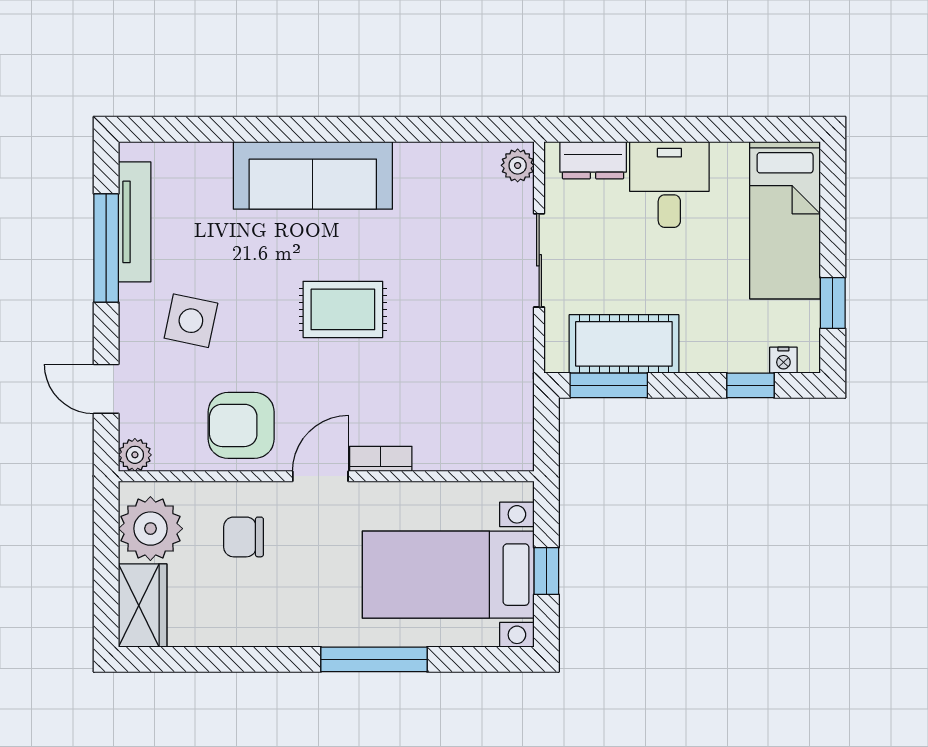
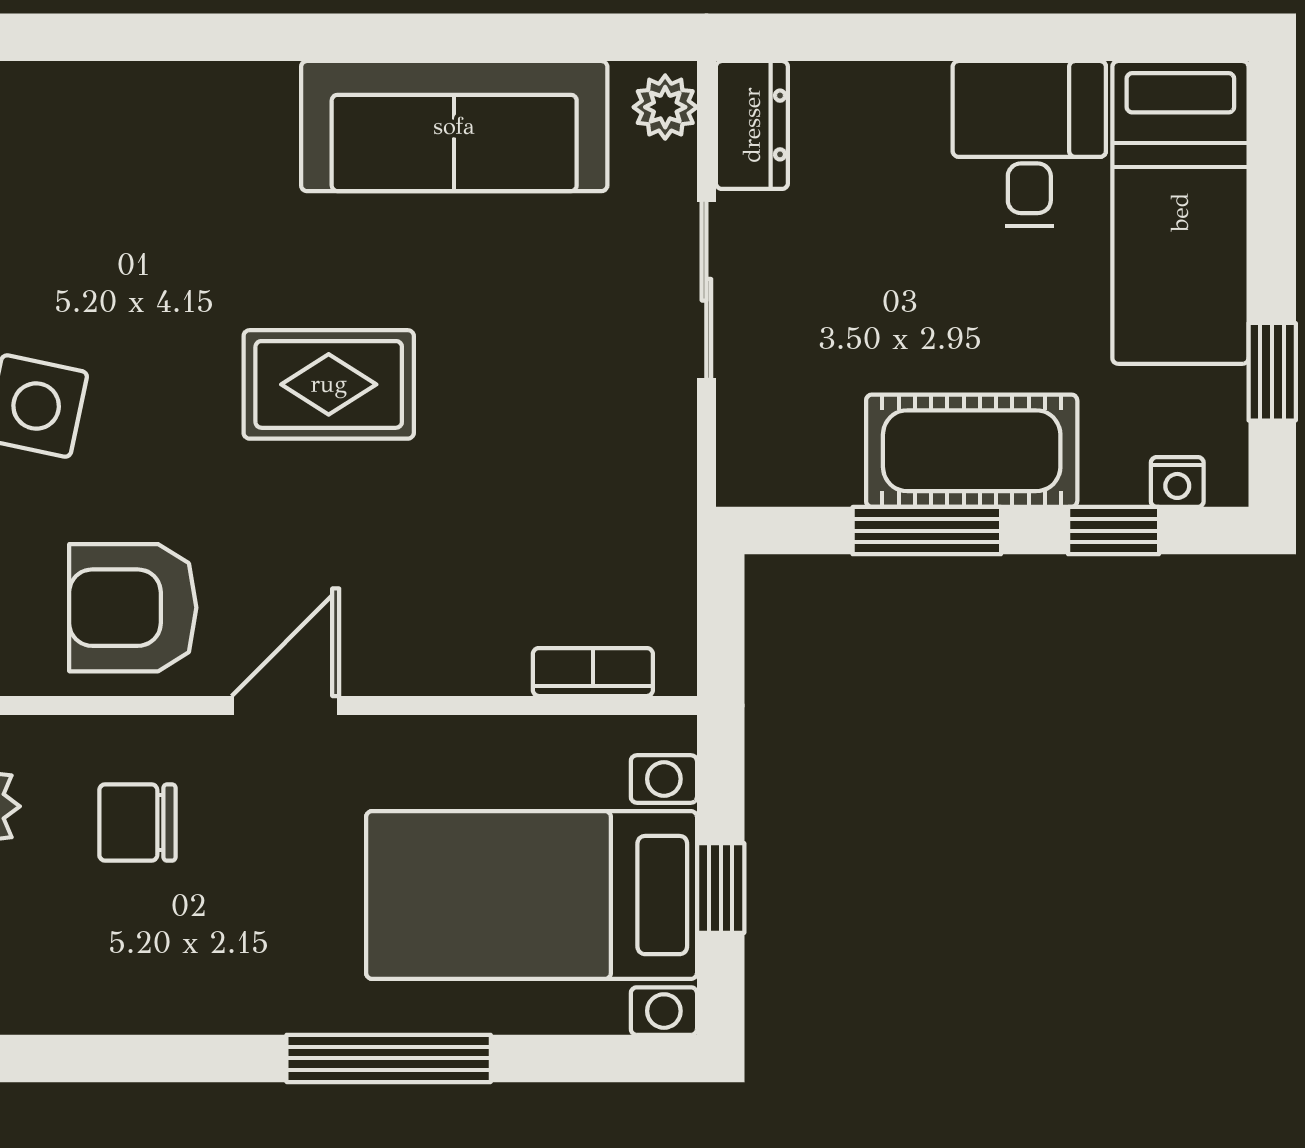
dresser: (593, 160) -> (752, 125), moved, turned -90
sofa: (313, 175) -> (454, 126), moved
desk: (669, 184) -> (1029, 144), moved
cot: (624, 344) -> (972, 451), moved
window: (609, 385) -> (927, 531), moved
bookcase: (381, 459) -> (593, 672), moved

